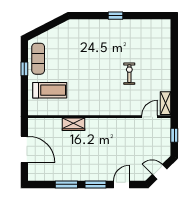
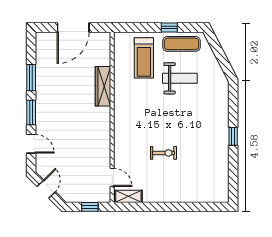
weight bench: (67, 60) -> (180, 78), added
wardrobe: (73, 124) -> (103, 86), width x1.50

